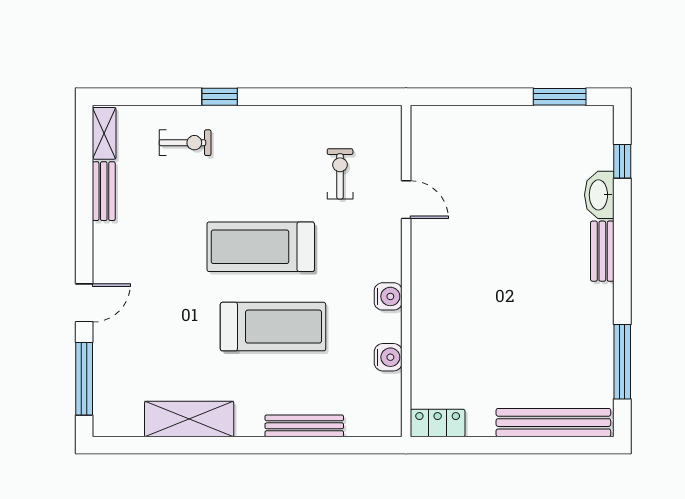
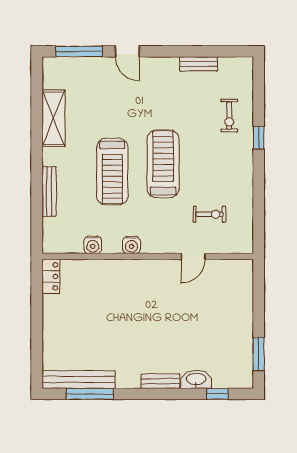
shelving: (104, 133) -> (235, 64), removed
bench: (553, 423) -> (79, 380), moved, turned 90

